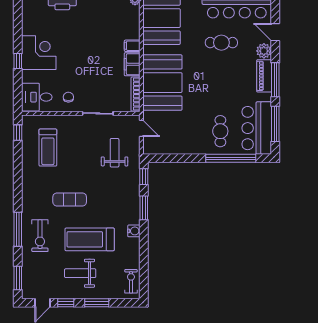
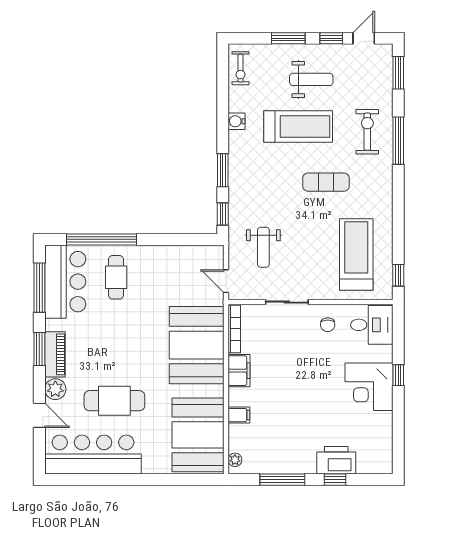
cafe table: (221, 43) -> (114, 401), width x1.37, depth x1.35
filing cabinet: (132, 46) -> (239, 415), moved
window: (275, 80) -> (39, 349), width x0.69
treadmill: (48, 148) -> (356, 254), width x1.37, depth x1.38
water cooler: (134, 231) -> (237, 121), moved

